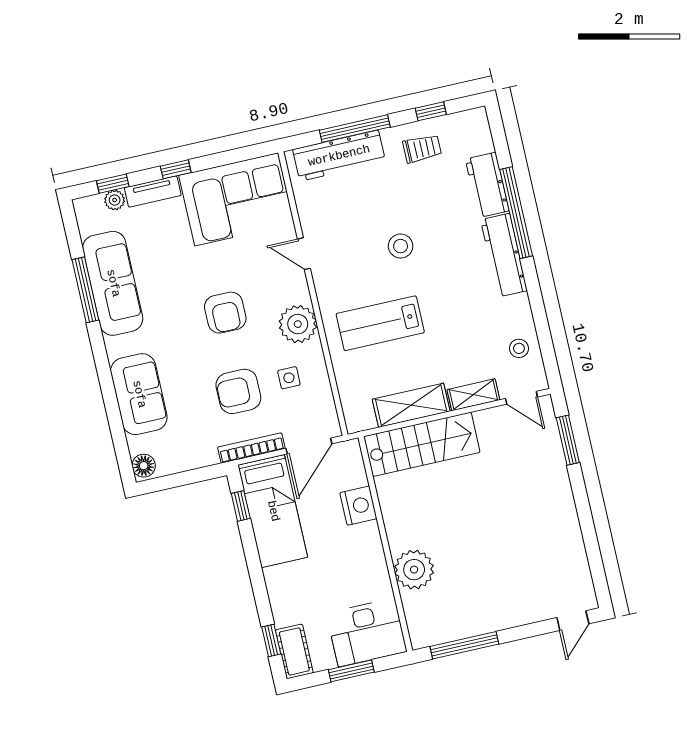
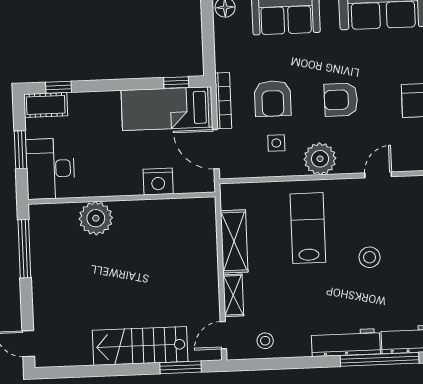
armchair: (238, 391) -> (273, 98), turned 180
stairs: (422, 444) -> (140, 346), moved, turned 90

